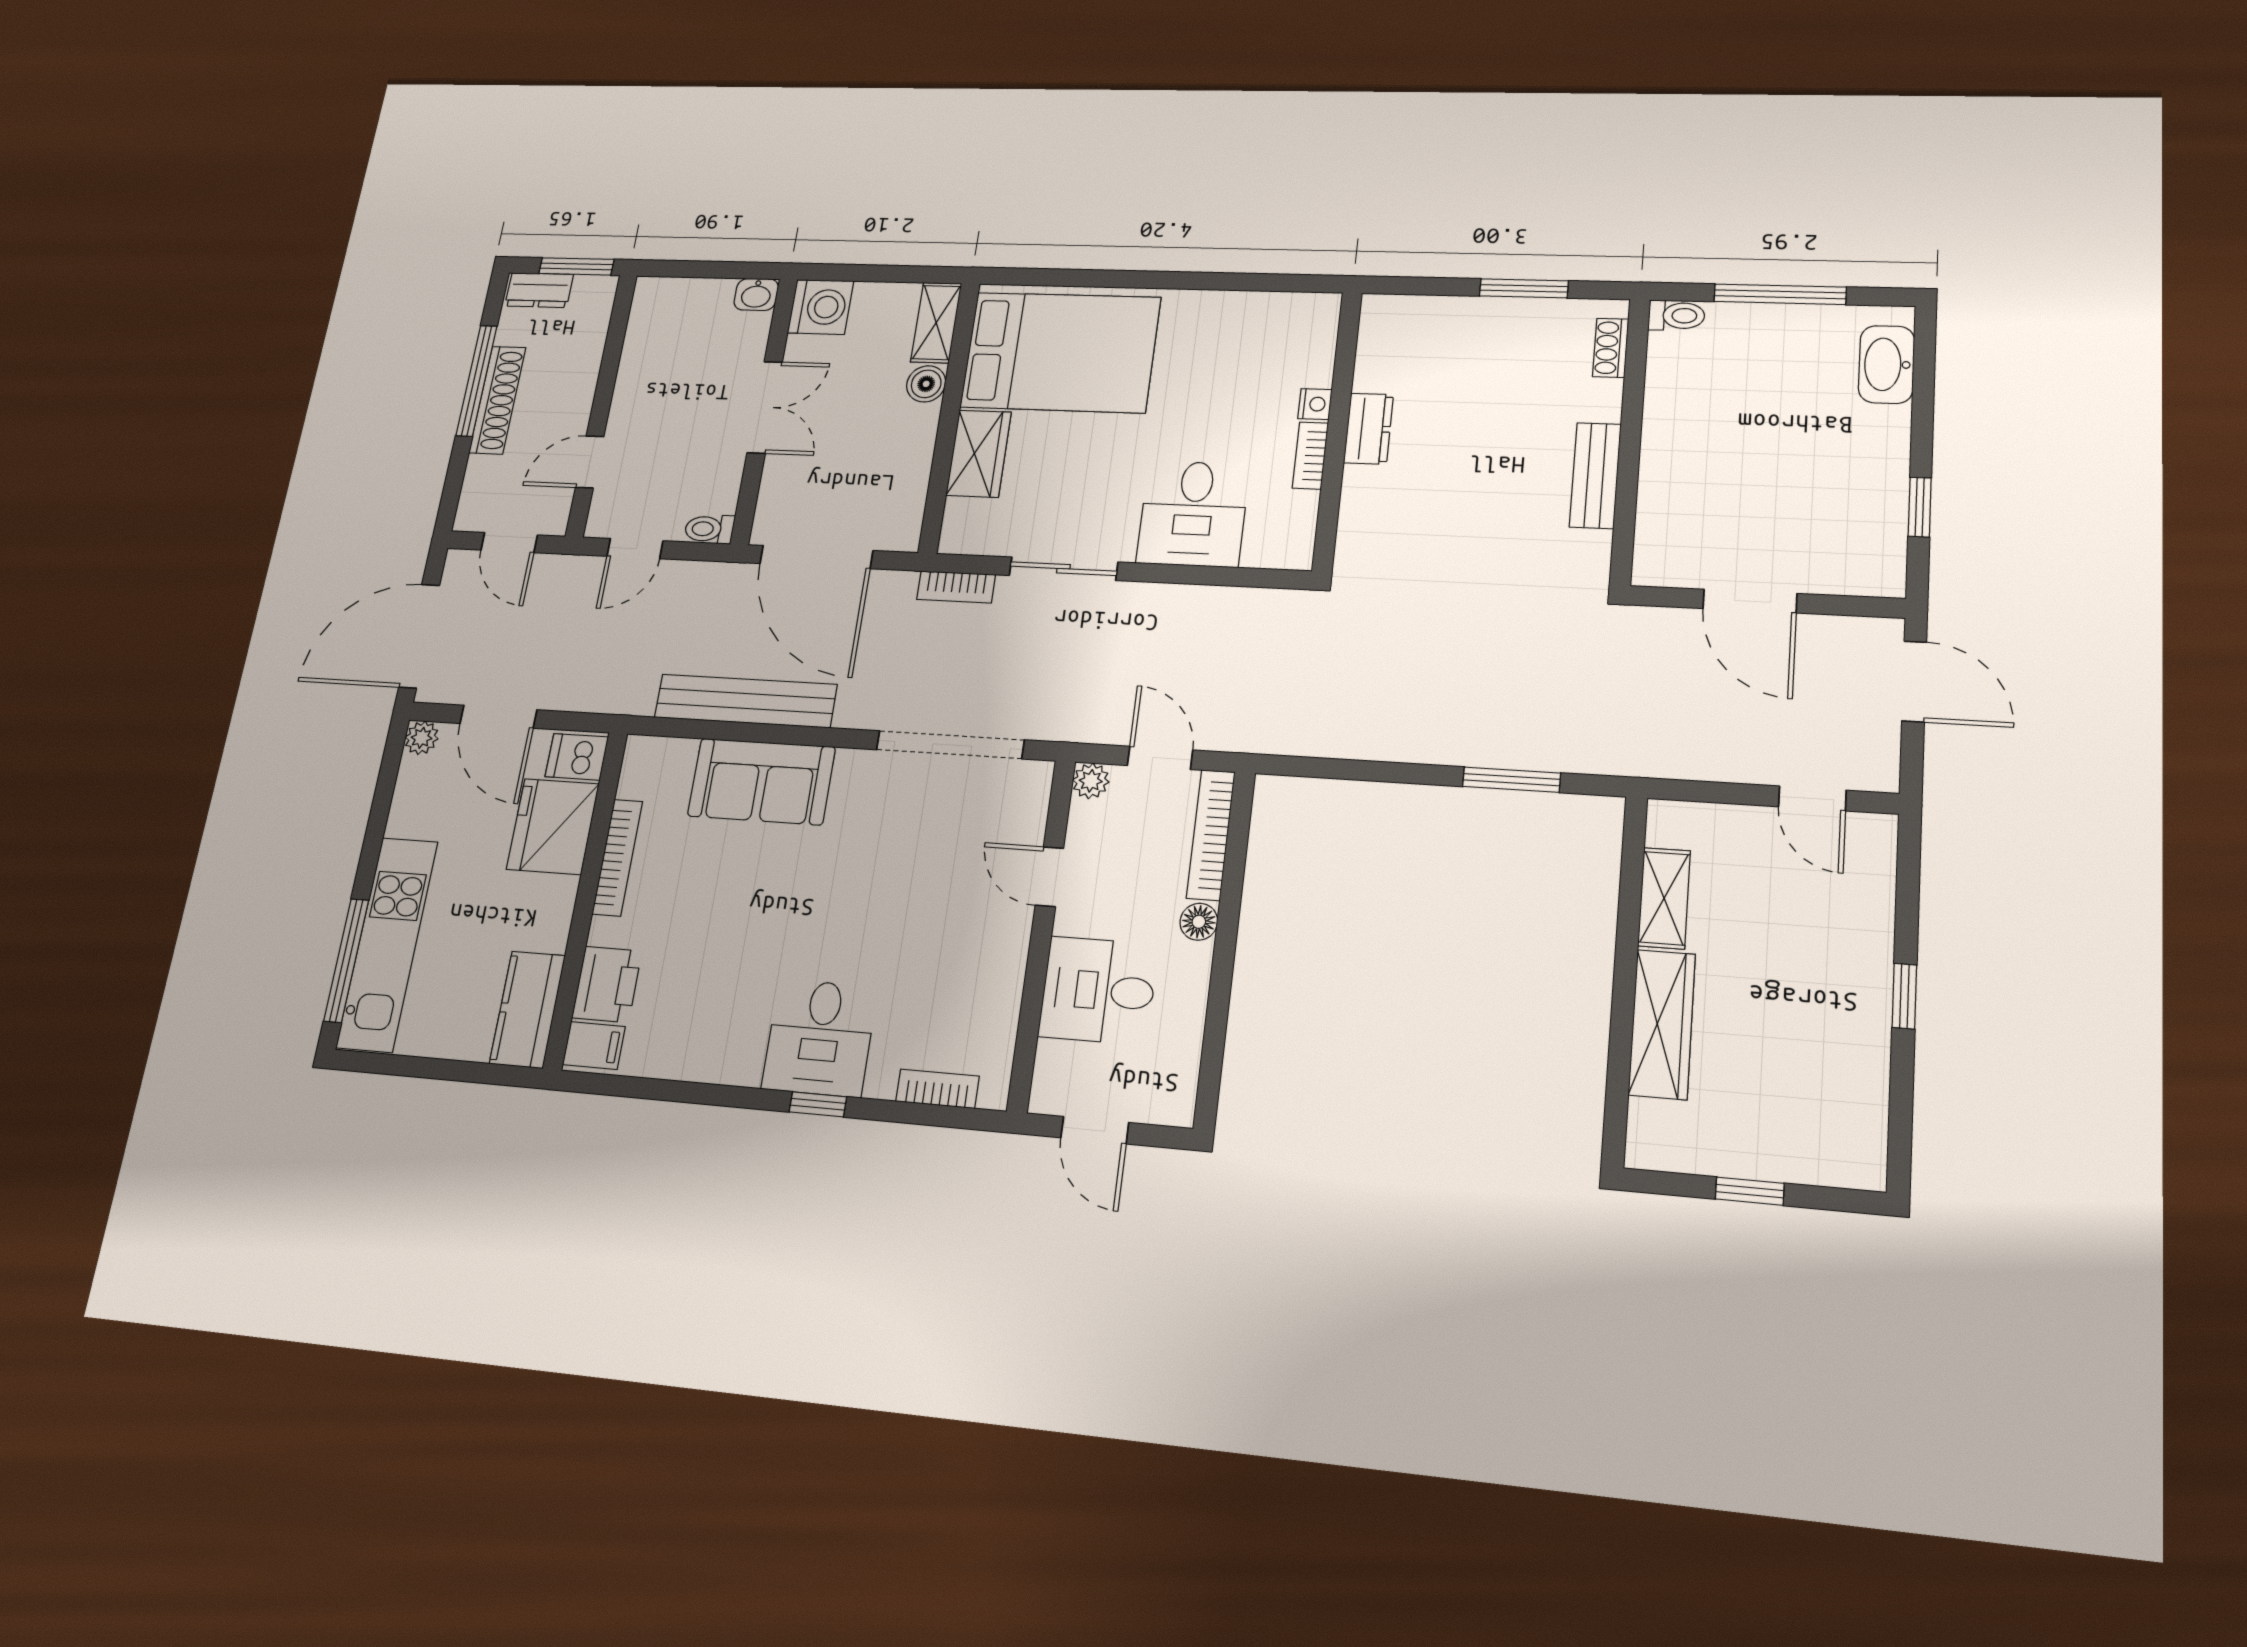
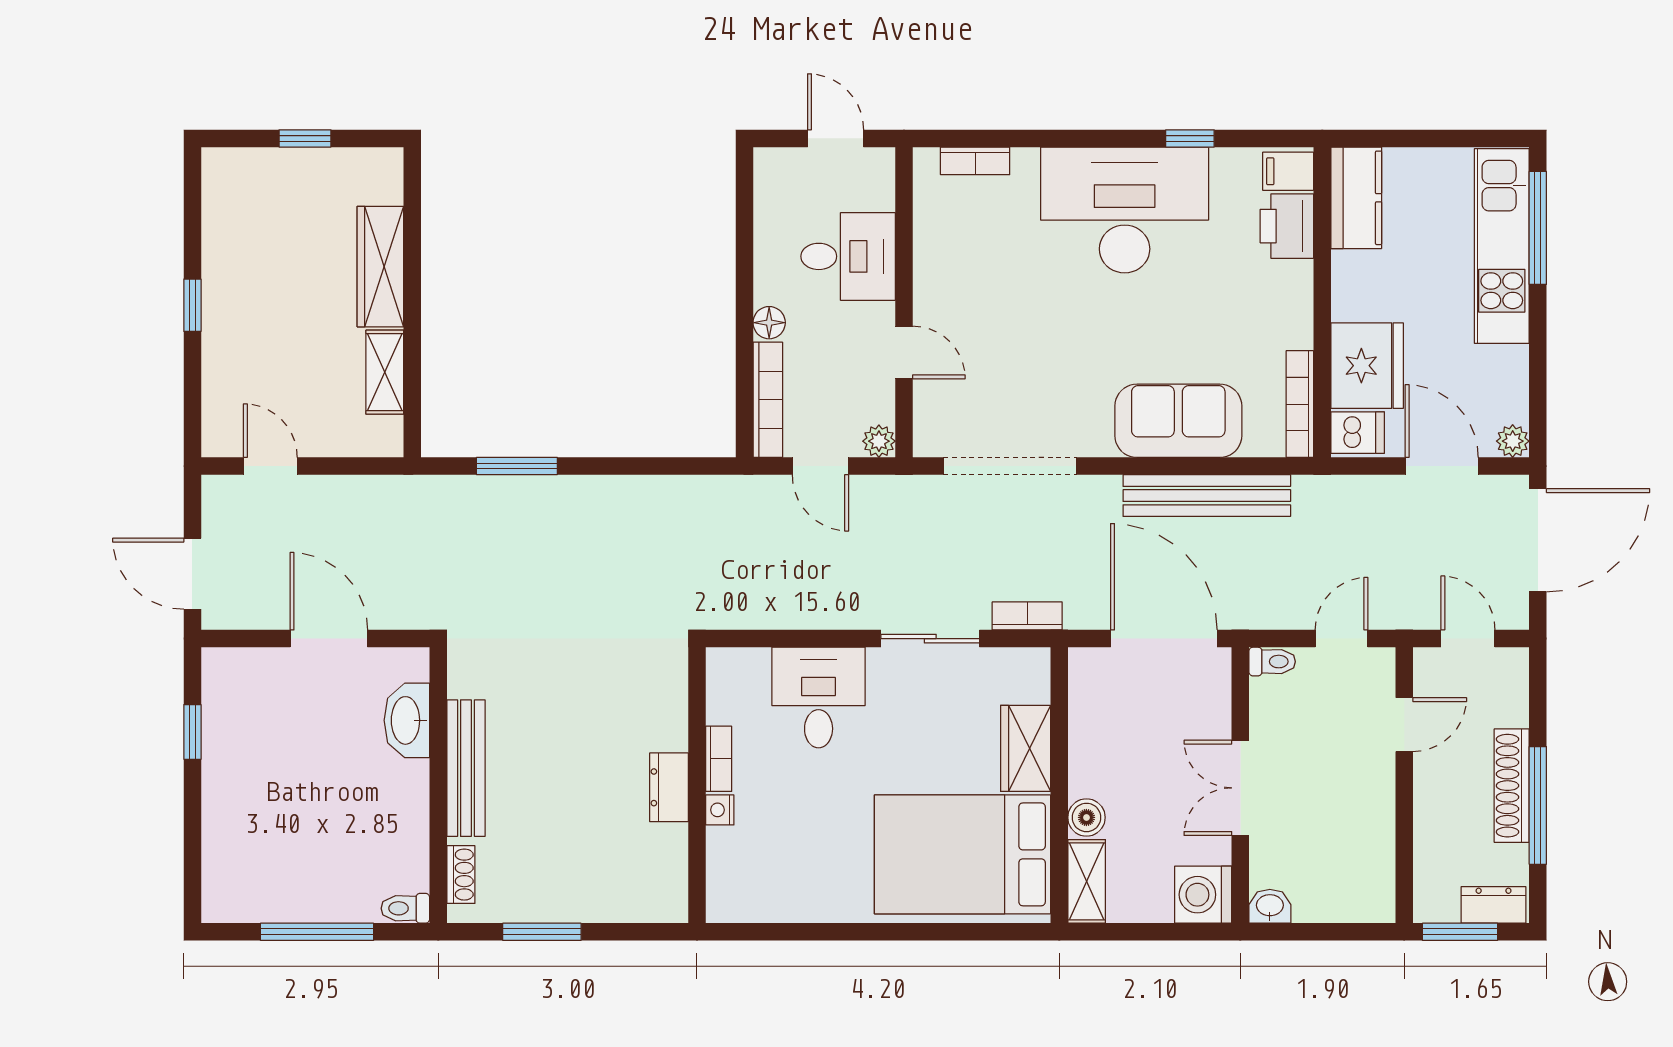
washbasin: (1887, 364) -> (407, 720), moved, turned 180
bench: (1595, 475) -> (466, 768), width x1.36
bookcase: (617, 858) -> (1300, 404), moved
desk: (820, 1038) -> (1125, 210), width x1.87, depth x1.30
window: (818, 1104) -> (1190, 138), moved

